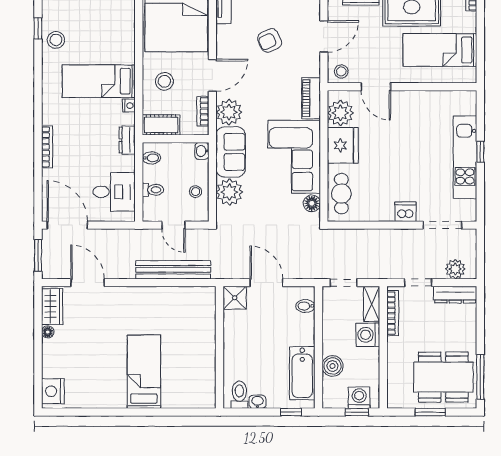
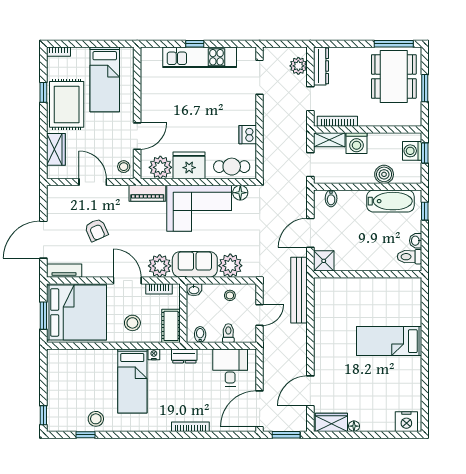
dishwasher: (406, 212) -> (248, 135), moved
bench: (173, 270) -> (299, 290), moved

